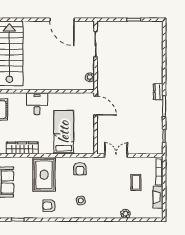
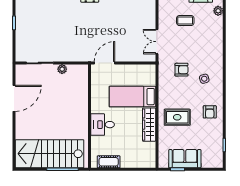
plant: (90, 77) -> (62, 69), moved
wardrobe: (22, 148) -> (149, 125), moved
armchair: (80, 169) -> (181, 70), moved
rug: (44, 175) -> (177, 117), width x0.73, depth x0.70
plant: (125, 214) -> (218, 11), moved

